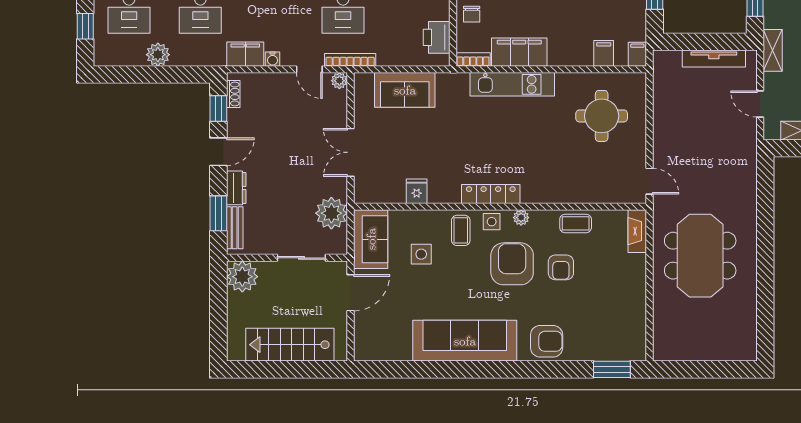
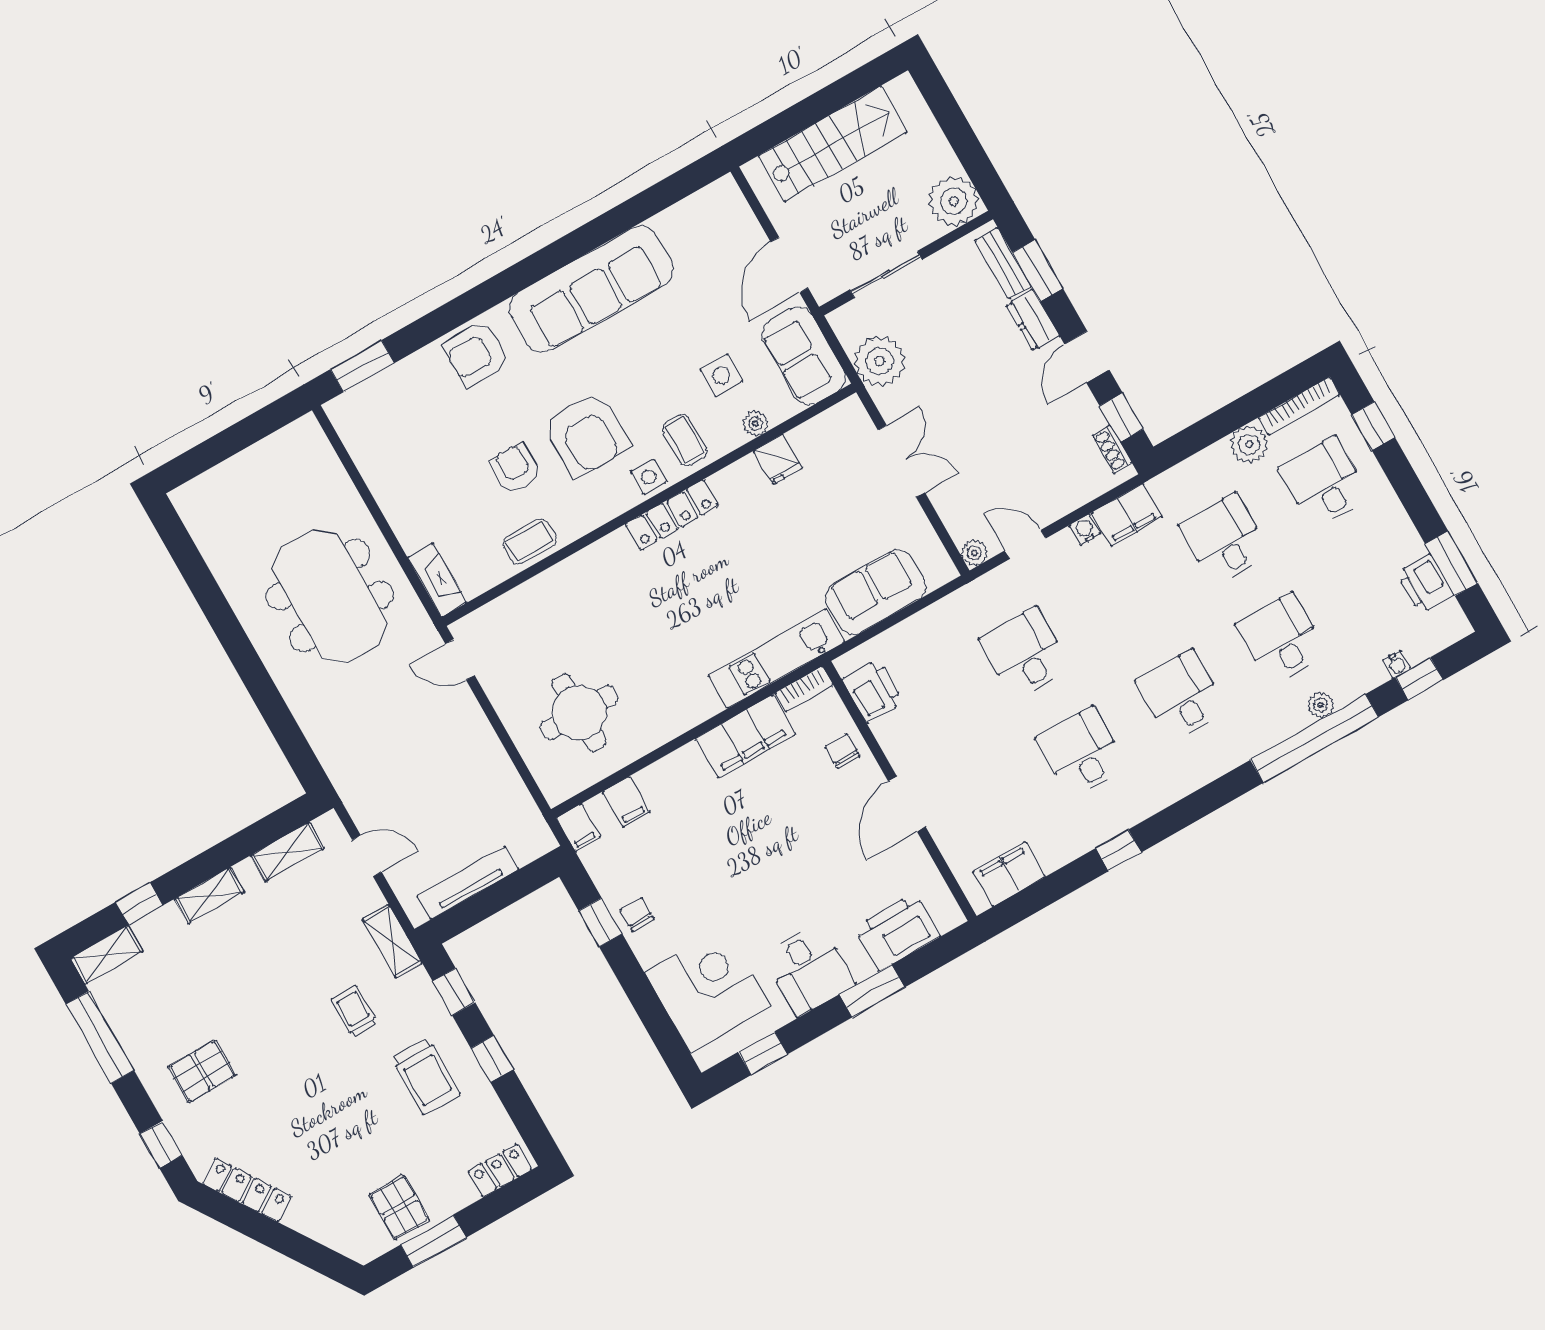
bookcase: (350, 60) -> (1299, 406), moved
kitchen unit: (512, 84) -> (777, 659), moved
plant: (521, 218) -> (755, 424), moved

